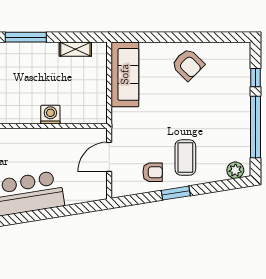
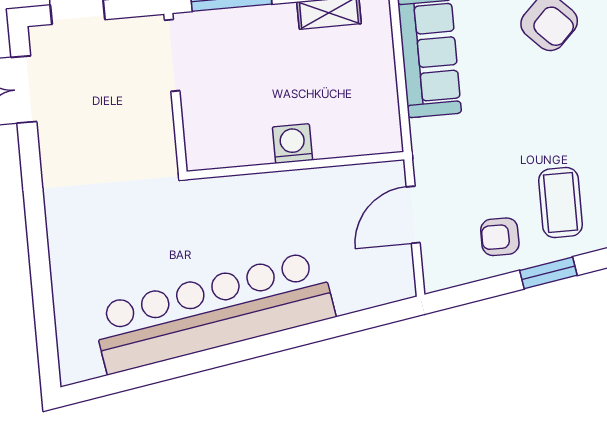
armchair: (153, 172) -> (500, 237), turned 180

